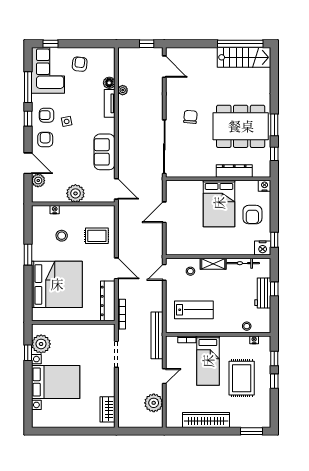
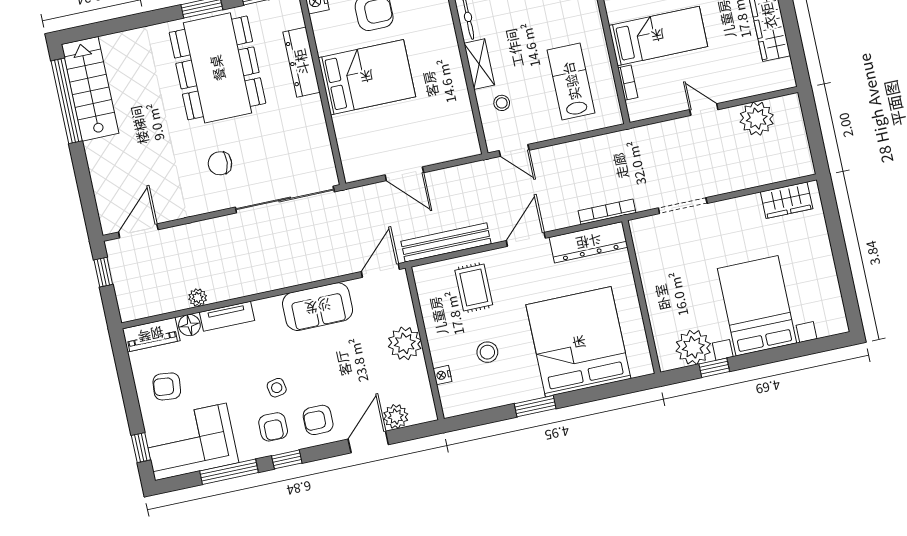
piano: (108, 62) -> (151, 335), added
bench: (157, 335) -> (446, 242), moved

